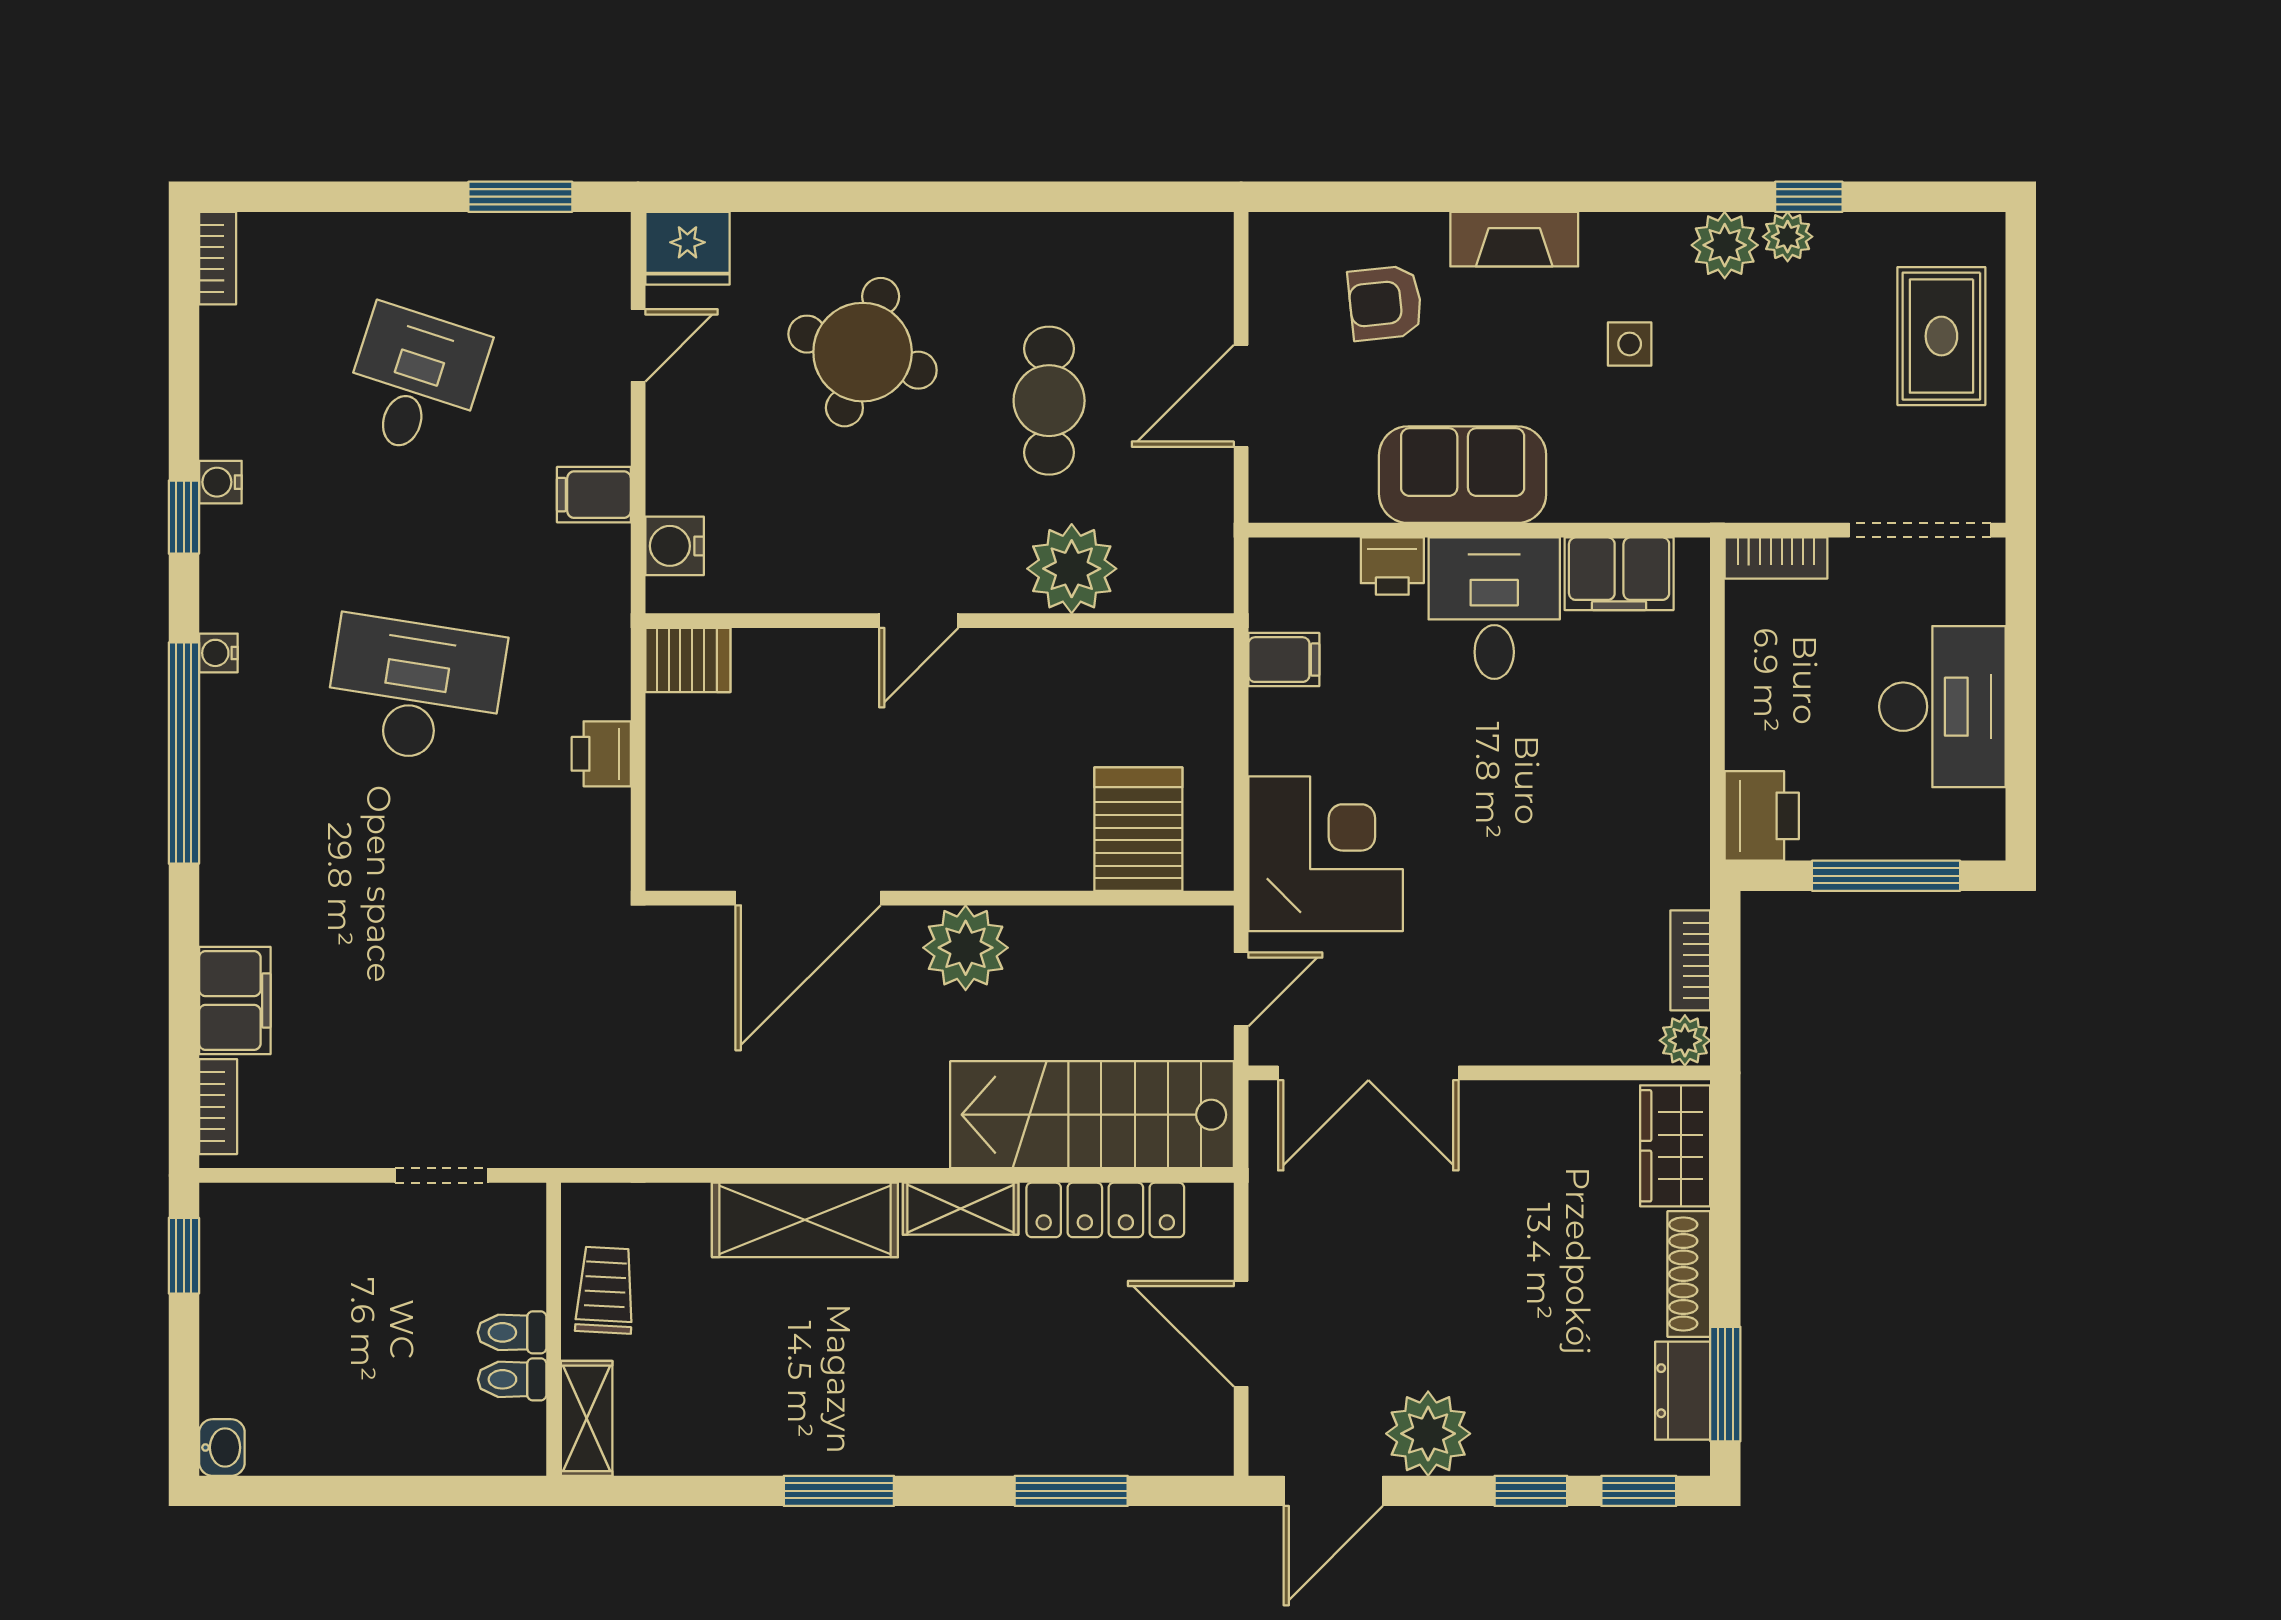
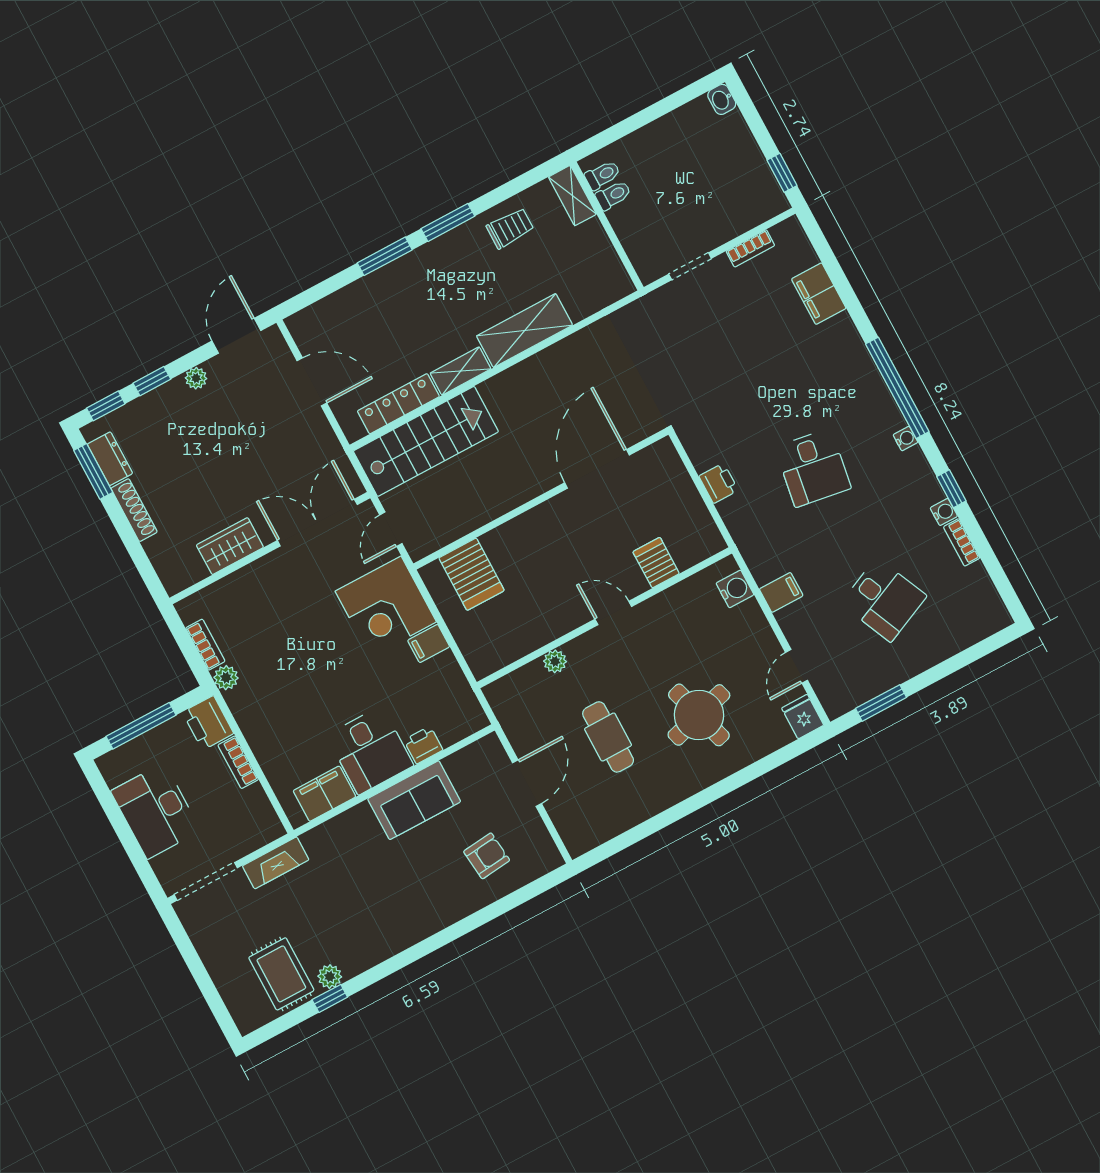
fireplace: (1514, 239) -> (276, 863), moved, turned 180
plant: (1725, 245) -> (355, 958), removed
fridge: (687, 248) -> (803, 717), width x0.72
bookcase: (218, 258) -> (962, 542), moved
rug: (1941, 336) -> (281, 974), moved
side table: (1630, 344) -> (373, 894), removed
round table: (863, 352) -> (699, 715), turned -34
desk: (415, 382) -> (884, 600), turned -42
bookcase: (1776, 558) -> (238, 762), moved, turned -90
plant: (1072, 569) -> (555, 661), width x0.53, depth x0.53
door: (919, 621) -> (613, 613), hinge flipped
server rack: (688, 660) -> (656, 563), moved, turned 90
filing cabinet: (1284, 660) -> (429, 644), moved
desk: (415, 690) -> (813, 468), width x0.73
plant: (966, 948) -> (518, 484), removed
plant: (1685, 1040) -> (226, 678), moved
bookcase: (218, 1107) -> (750, 248), moved, turned -90
wardrobe: (1675, 1146) -> (230, 546), moved, turned -90
trolley: (605, 1290) -> (510, 228), moved, turned -93
toilet: (512, 1332) -> (603, 175), moved
plant: (1428, 1434) -> (196, 378), width x0.53, depth x0.53
window: (1071, 1491) -> (385, 256), moved

